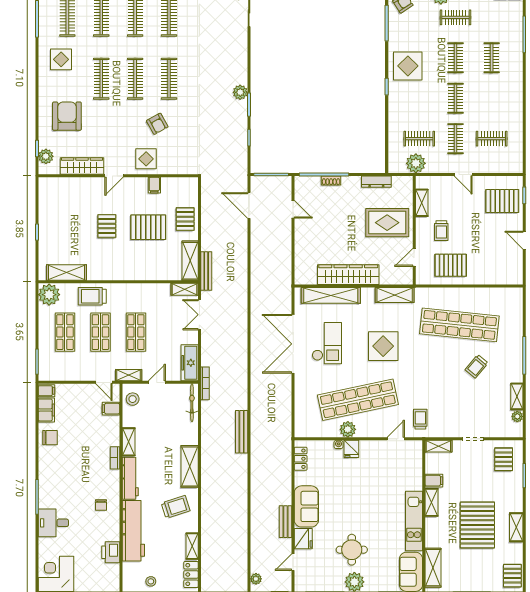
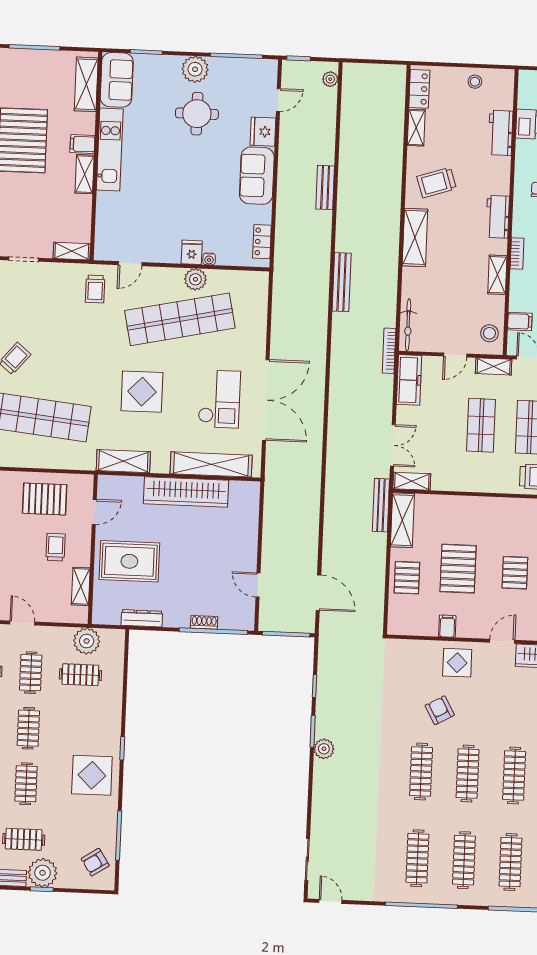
pallet: (148, 227) -> (458, 569), turned 90
checkout: (327, 343) -> (219, 399), turned 180
workbench: (130, 478) -> (498, 217), width x0.73
filing cabinet: (434, 481) -> (82, 144), moved
bench: (286, 522) -> (325, 188), moved
workbench: (133, 531) -> (501, 133), width x0.53, depth x0.76

